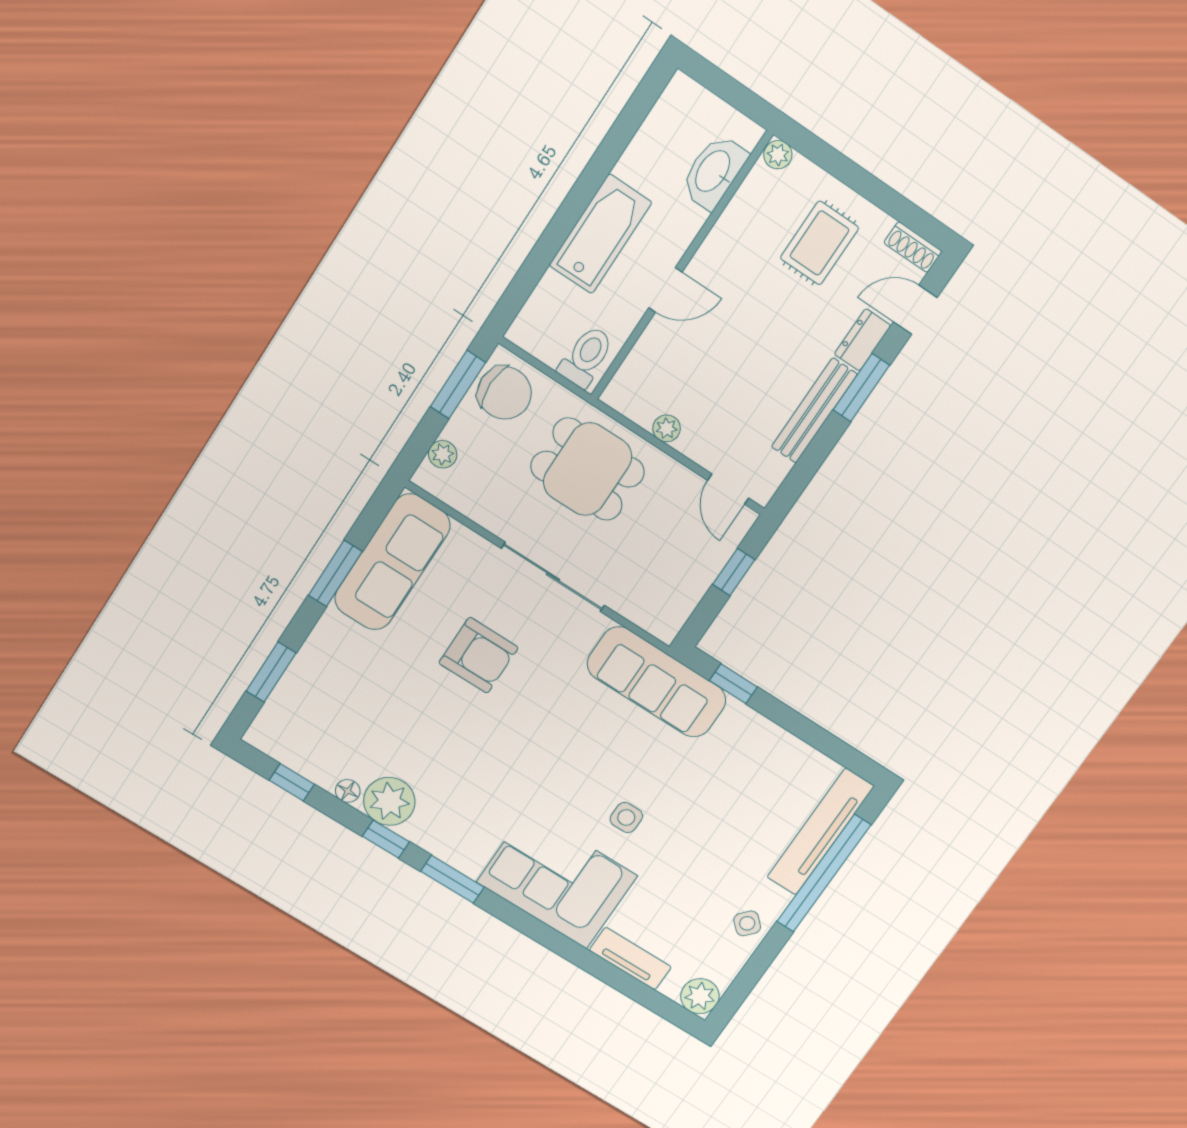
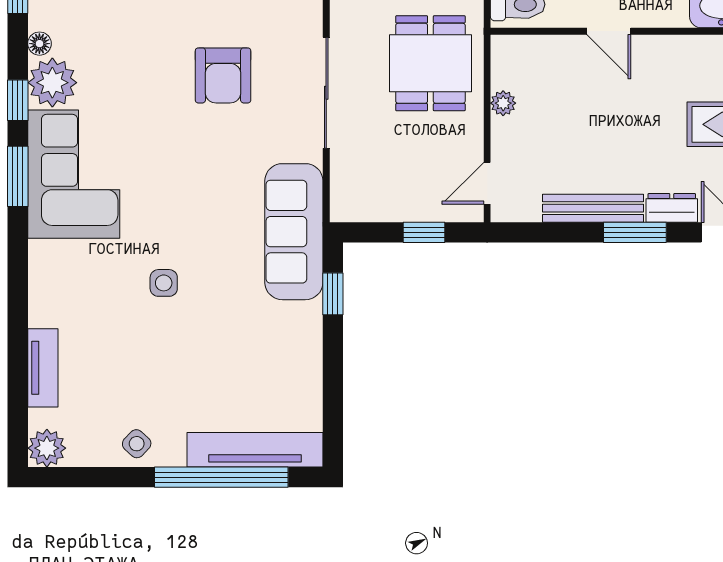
corner sofa: (557, 879) -> (74, 174), moved

